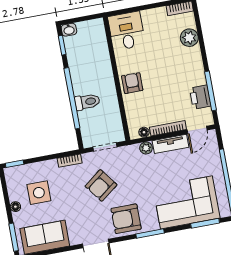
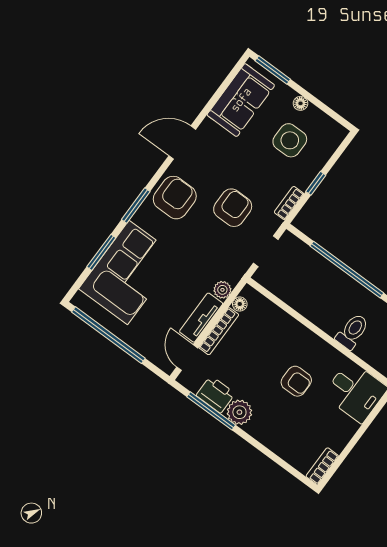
plant: (189, 38) -> (239, 412), moved
armchair: (132, 83) -> (296, 381), moved
toilet: (87, 102) -> (352, 331), moved, turned 180
window: (15, 164) -> (316, 183), moved
armchair: (101, 185) -> (233, 208), turned 37
window: (205, 223) -> (101, 252), moved

